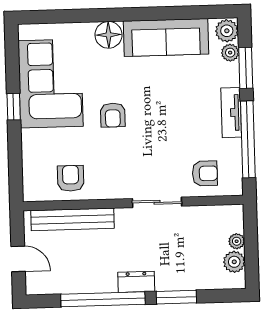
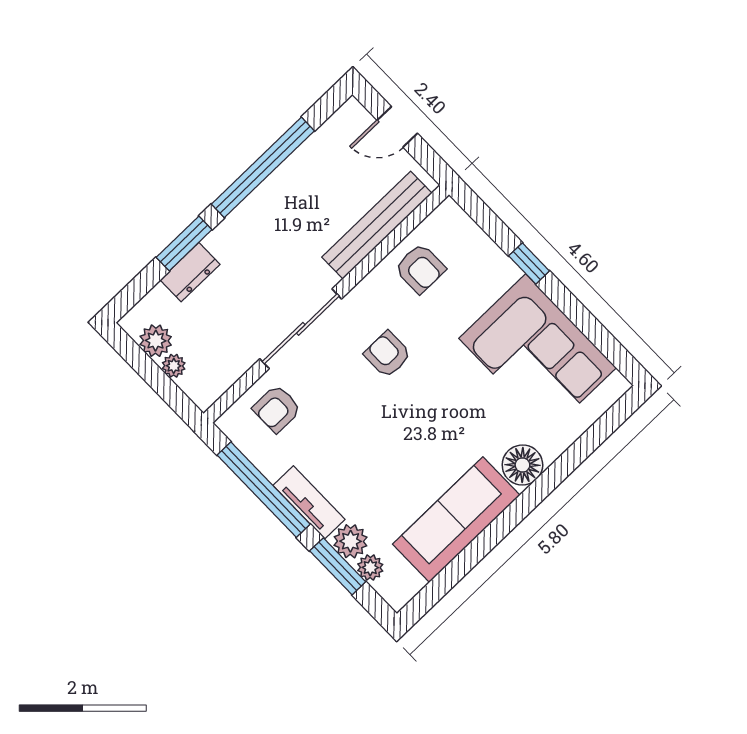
plant: (227, 31) -> (350, 541), moved
window: (14, 107) -> (529, 263), moved
armchair: (113, 115) -> (388, 354), moved
sliding door: (157, 202) -> (301, 329), width x1.37
dresser: (136, 282) -> (190, 272), moved

